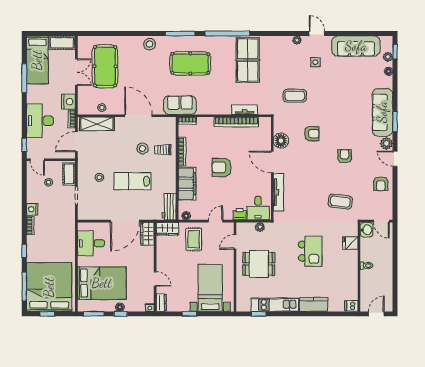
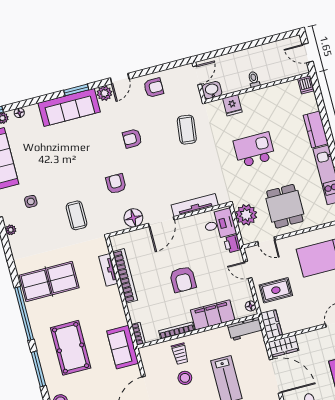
plant: (260, 227) -> (246, 215), width x1.88, depth x1.88

